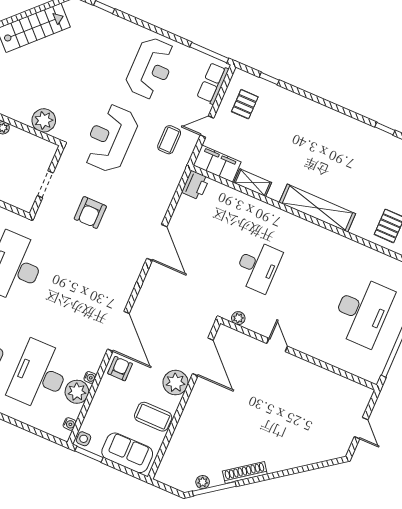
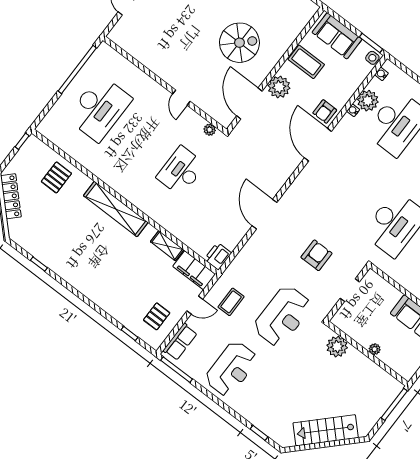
reception desk: (151, 68) -> (231, 369), turned 180
desk: (362, 311) -> (99, 108), turned 180
spiral stairs: (230, 419) -> (239, 43), added

